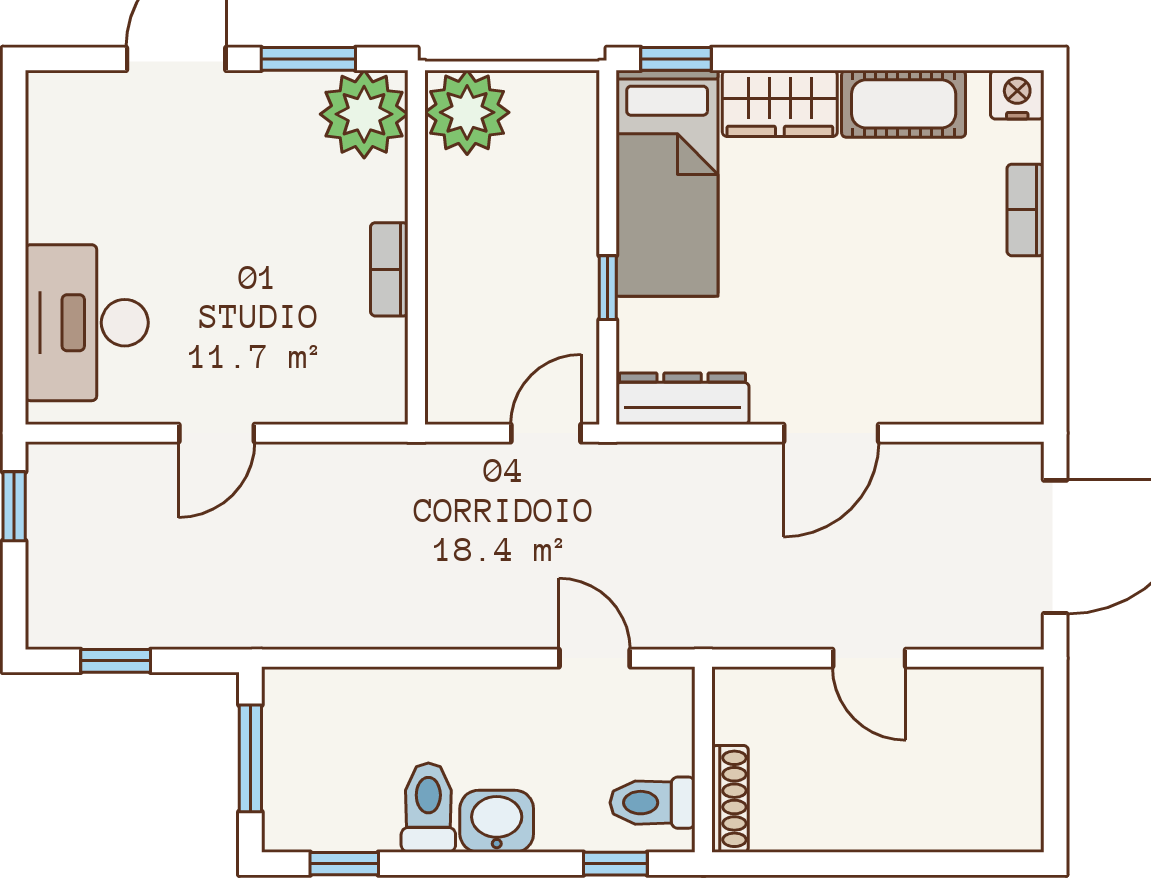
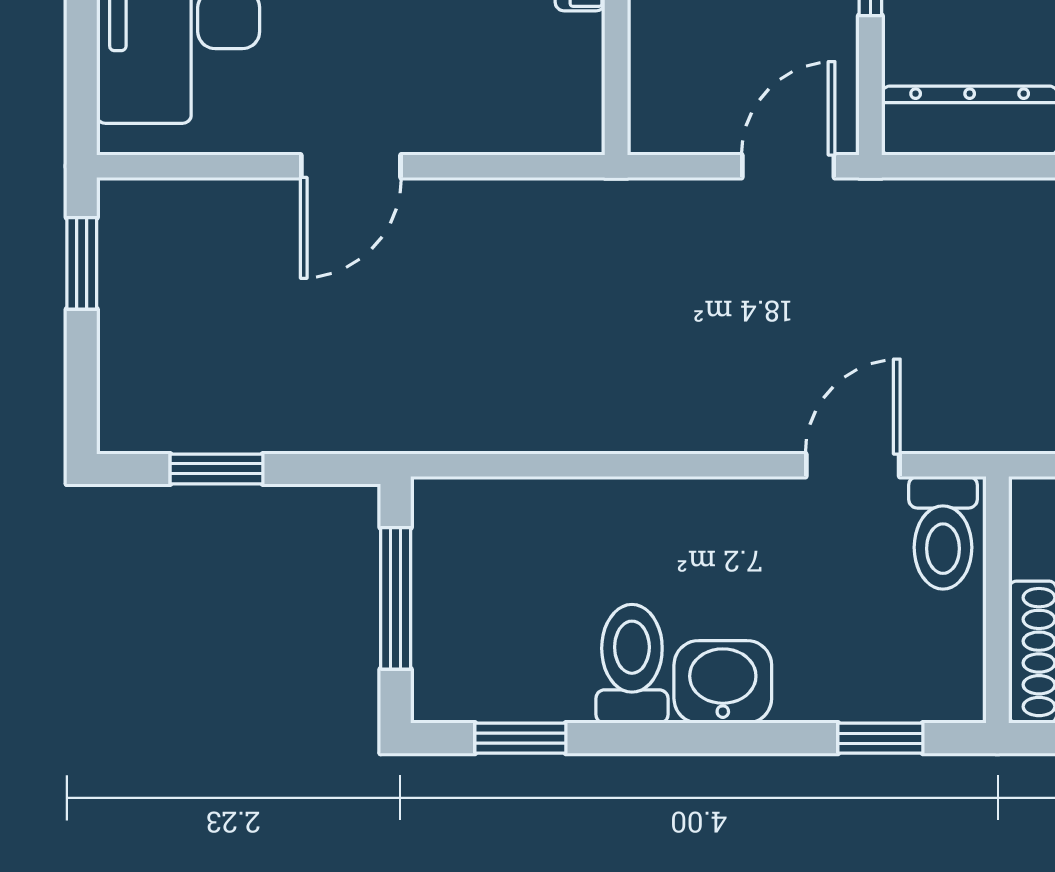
door: (595, 658) -> (853, 465), hinge flipped
toilet: (653, 803) -> (943, 533), moved, turned -90

